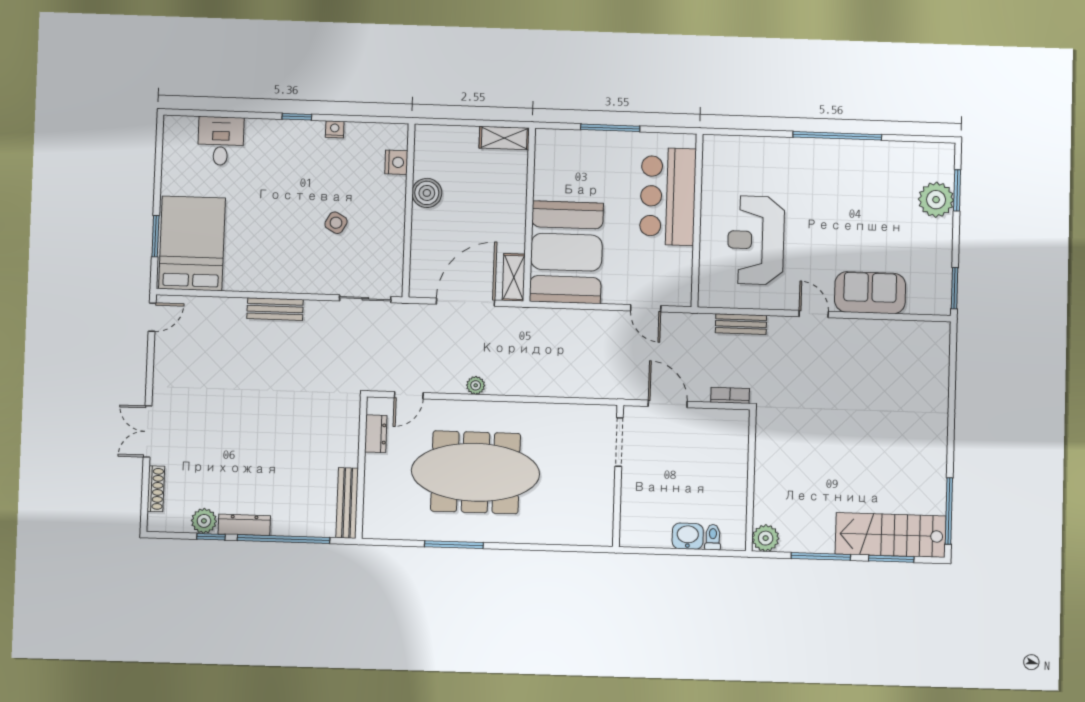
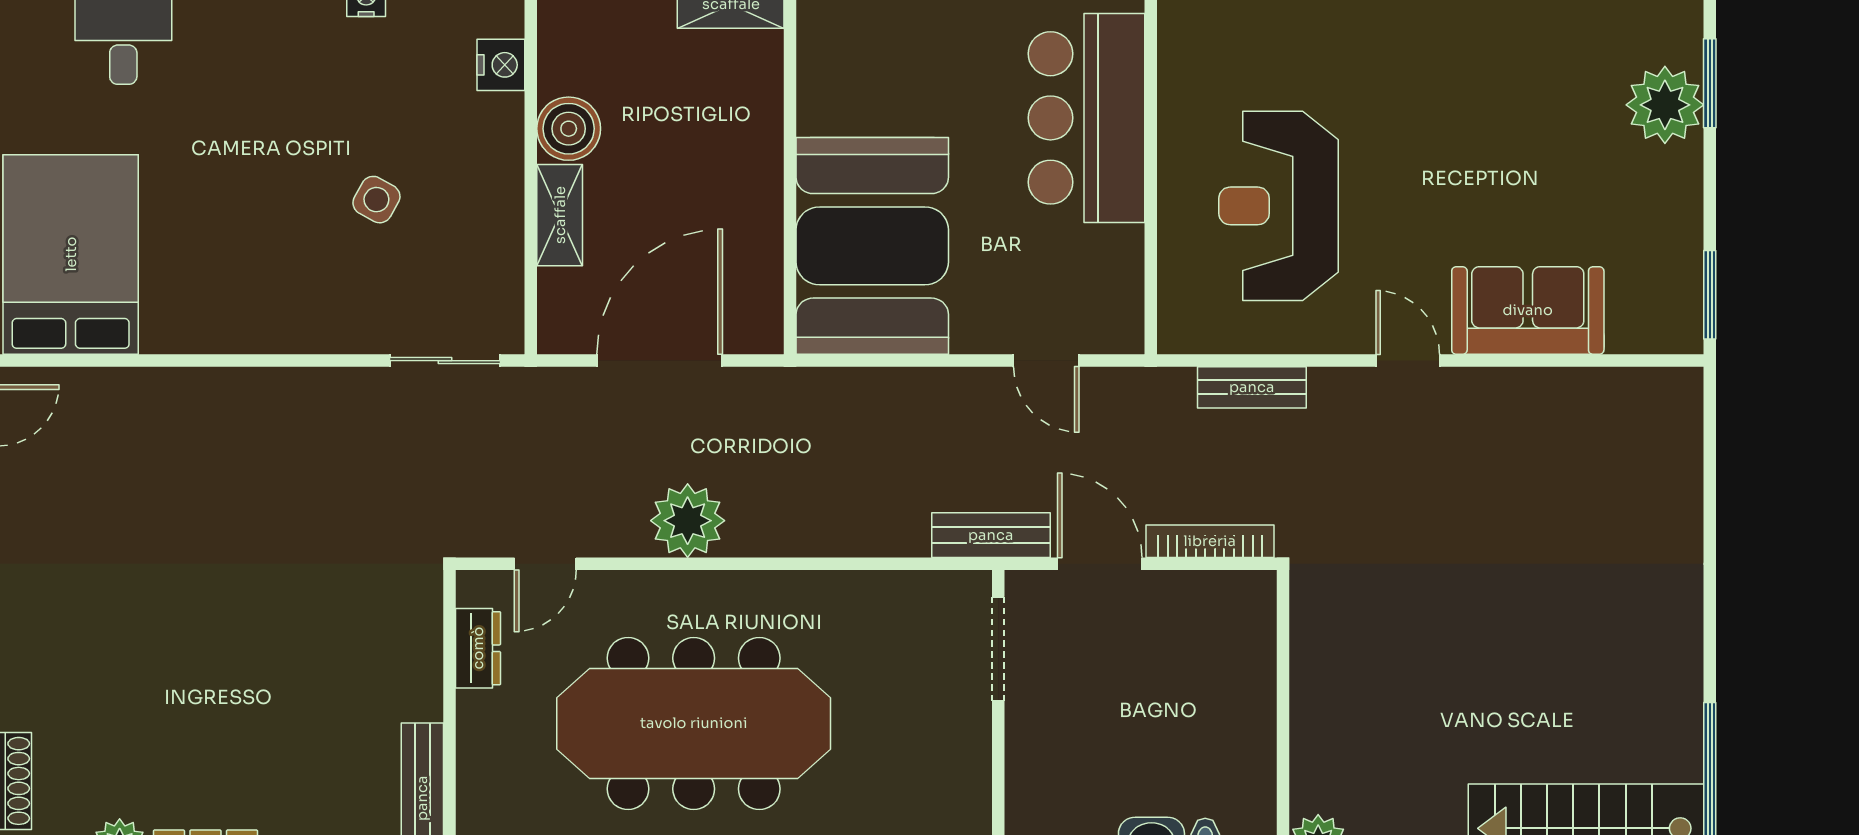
shelving: (514, 277) -> (560, 215), moved
bench: (275, 309) -> (991, 535), moved
plant: (476, 385) -> (688, 521), width x1.88, depth x1.88
bookcase: (730, 395) -> (1210, 541), width x1.56

